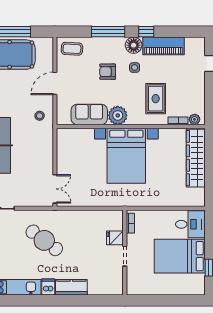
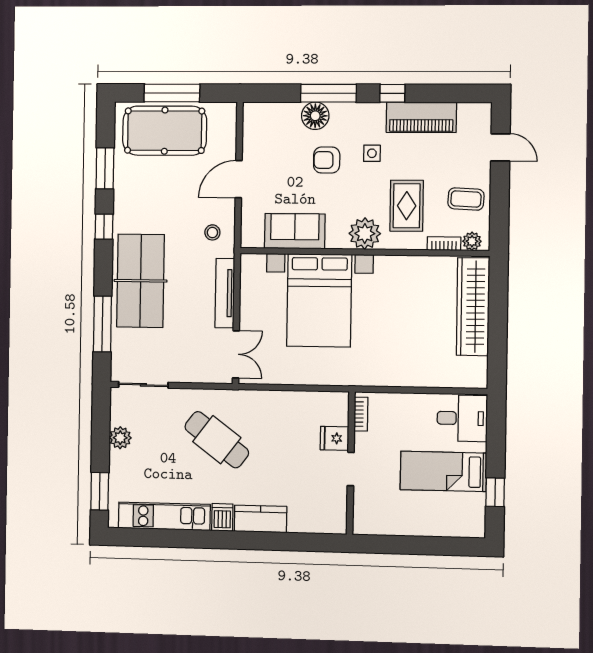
floor lamp: (134, 45) -> (315, 116), moved
coffee table: (72, 49) -> (466, 199), moved
plant: (118, 115) -> (365, 234), moved
tv unit: (48, 152) -> (225, 293), added
bed with nightstands: (126, 156) -> (319, 300), moved
bed: (180, 256) -> (443, 471), width x0.67

